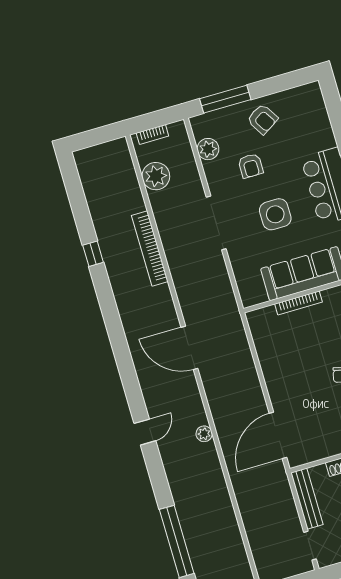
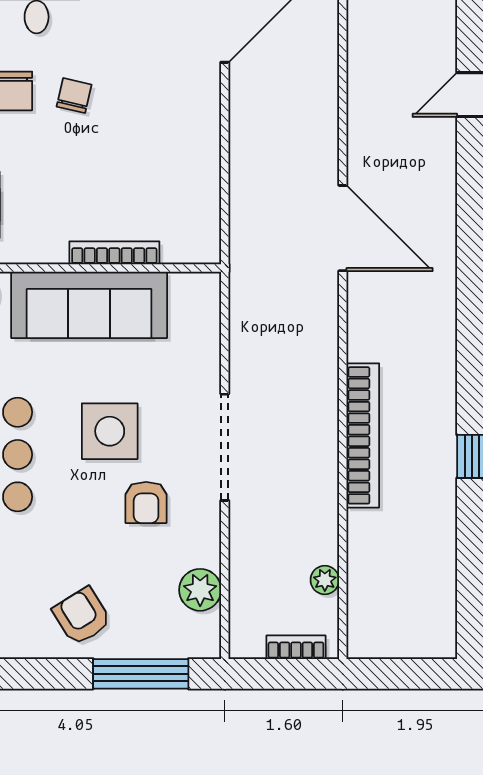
armchair: (251, 166) -> (146, 502), moved, turned 180
plant: (156, 176) -> (325, 580), width x0.53, depth x0.53
plant: (204, 434) -> (362, 59), removed

